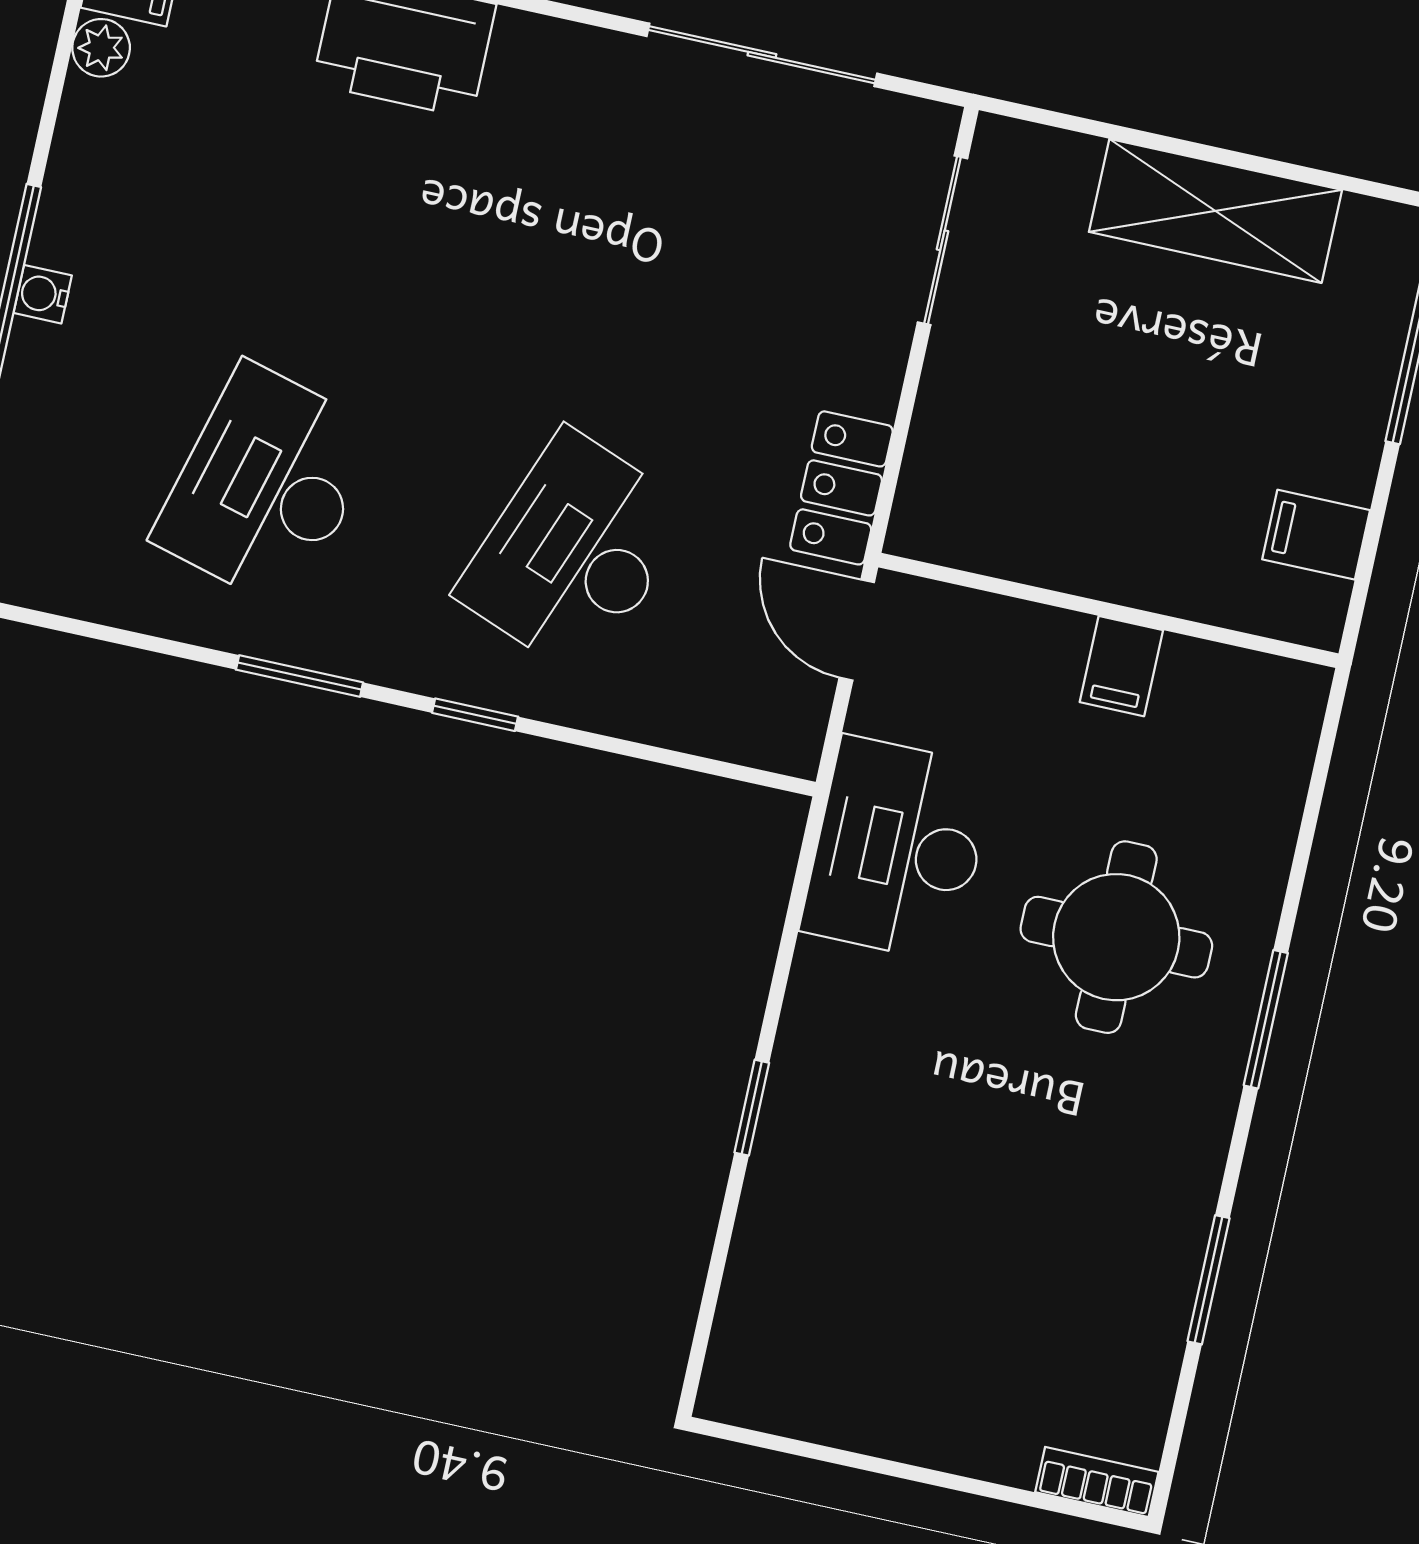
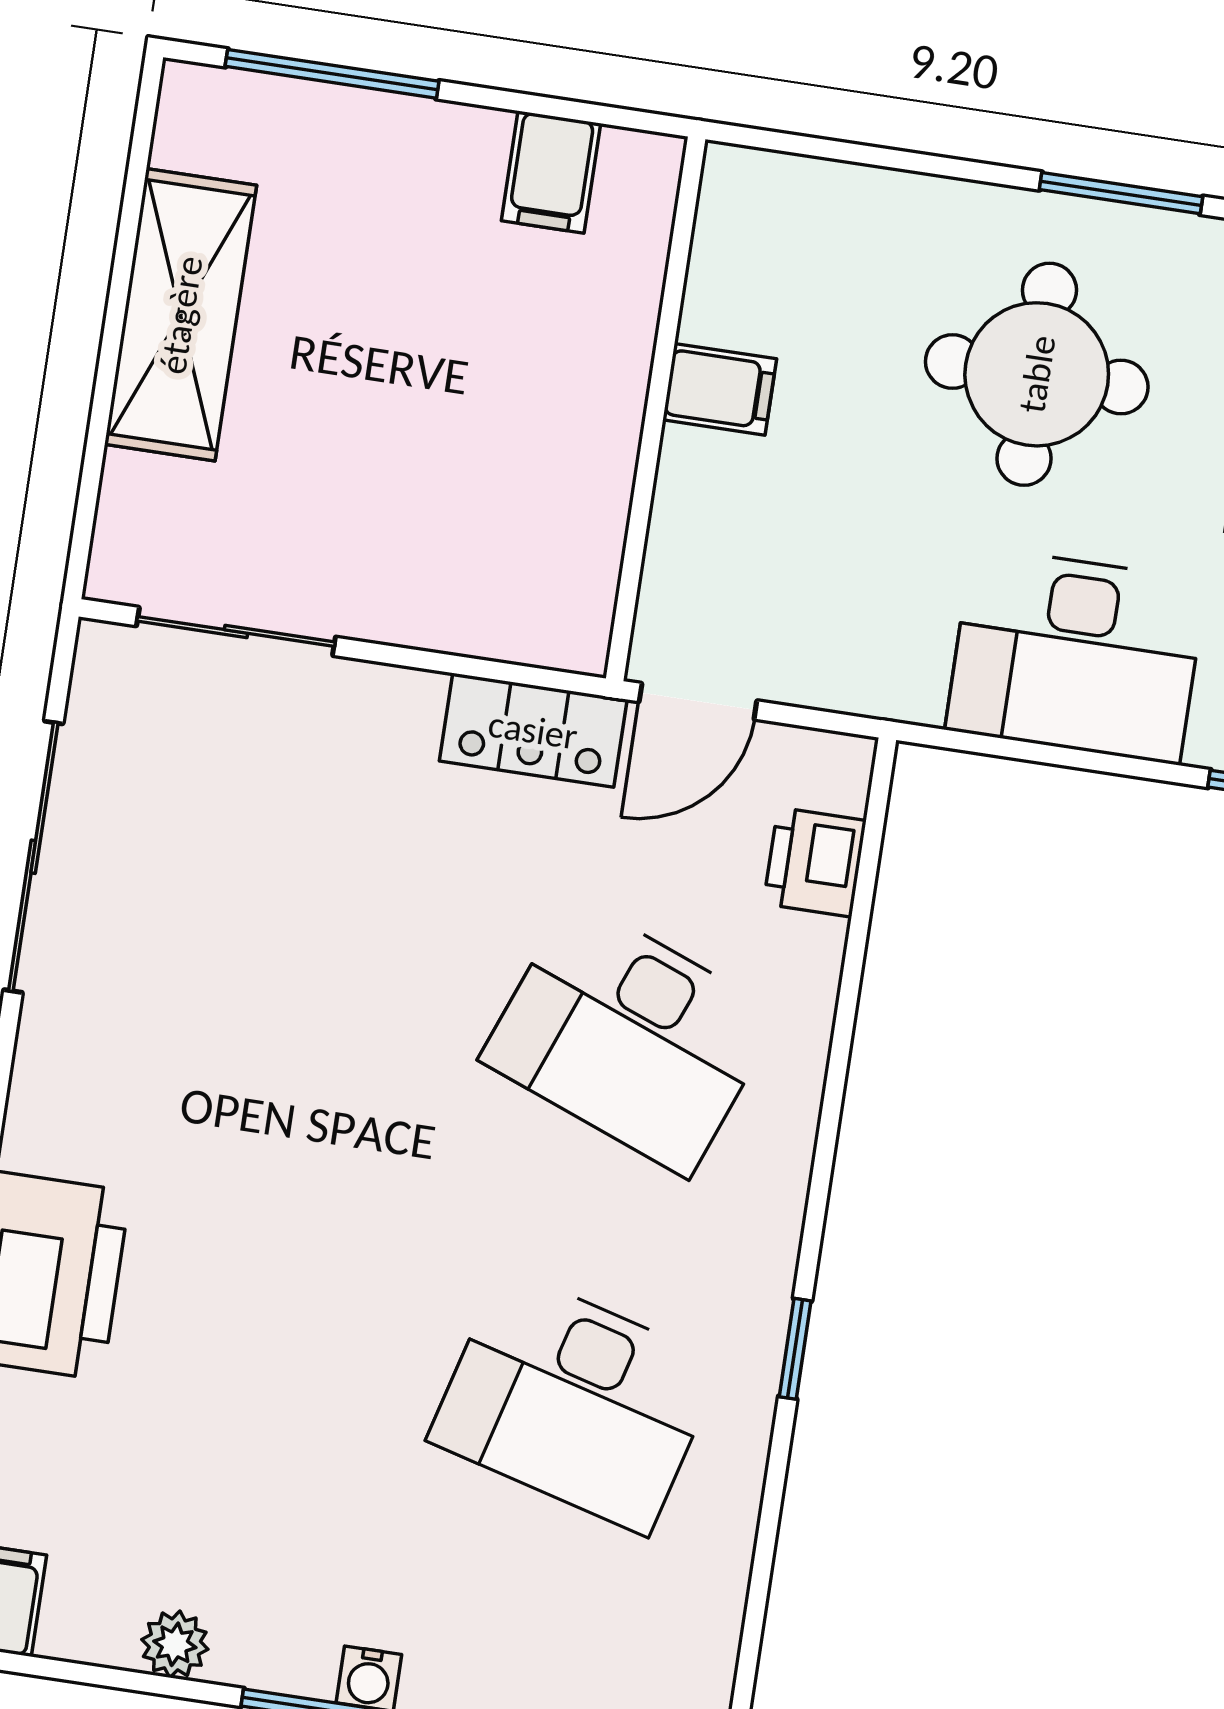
plant: (101, 48) -> (175, 1644), moved
window: (300, 676) -> (795, 1349), width x0.67
window: (475, 715) -> (827, 1141), removed
printer: (713, 720) -> (815, 862), added
desk: (898, 849) -> (1076, 655), moved

